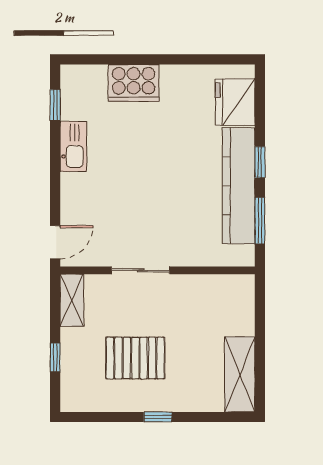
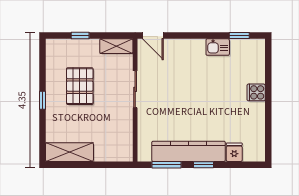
cooker: (134, 83) -> (256, 92), width x0.53, depth x0.76
fridge: (235, 102) -> (234, 152), width x0.53, depth x0.75
kitchen sink: (73, 146) -> (218, 47), width x0.73

